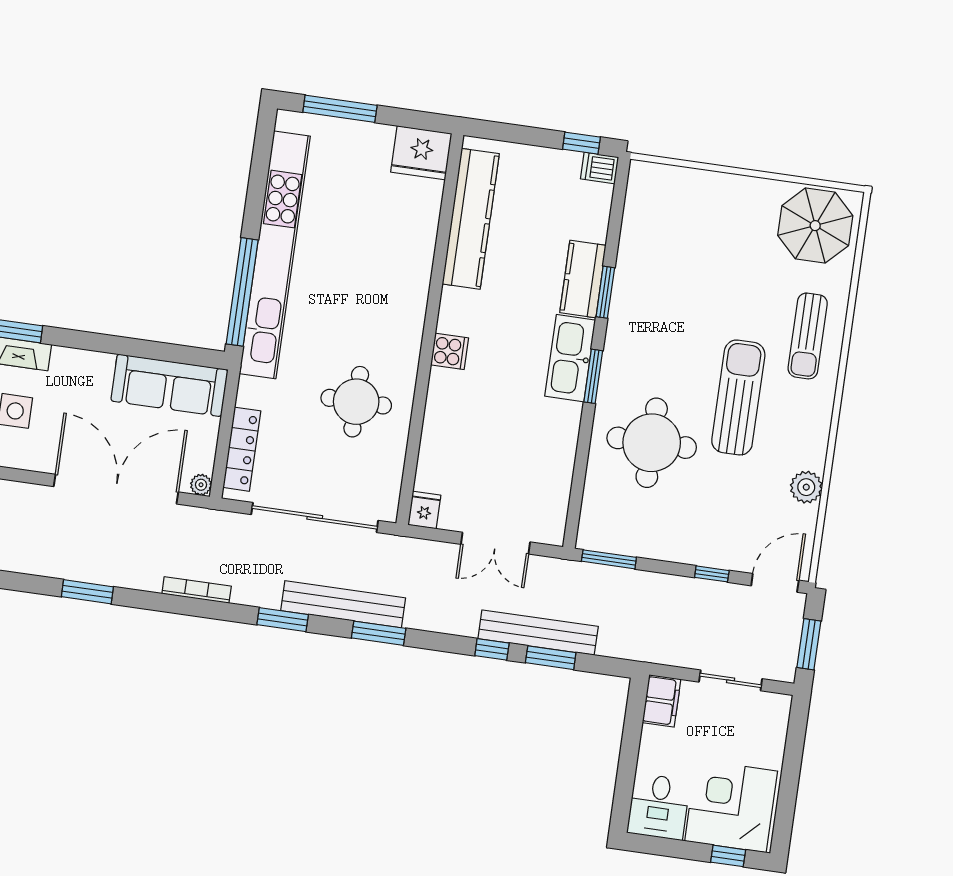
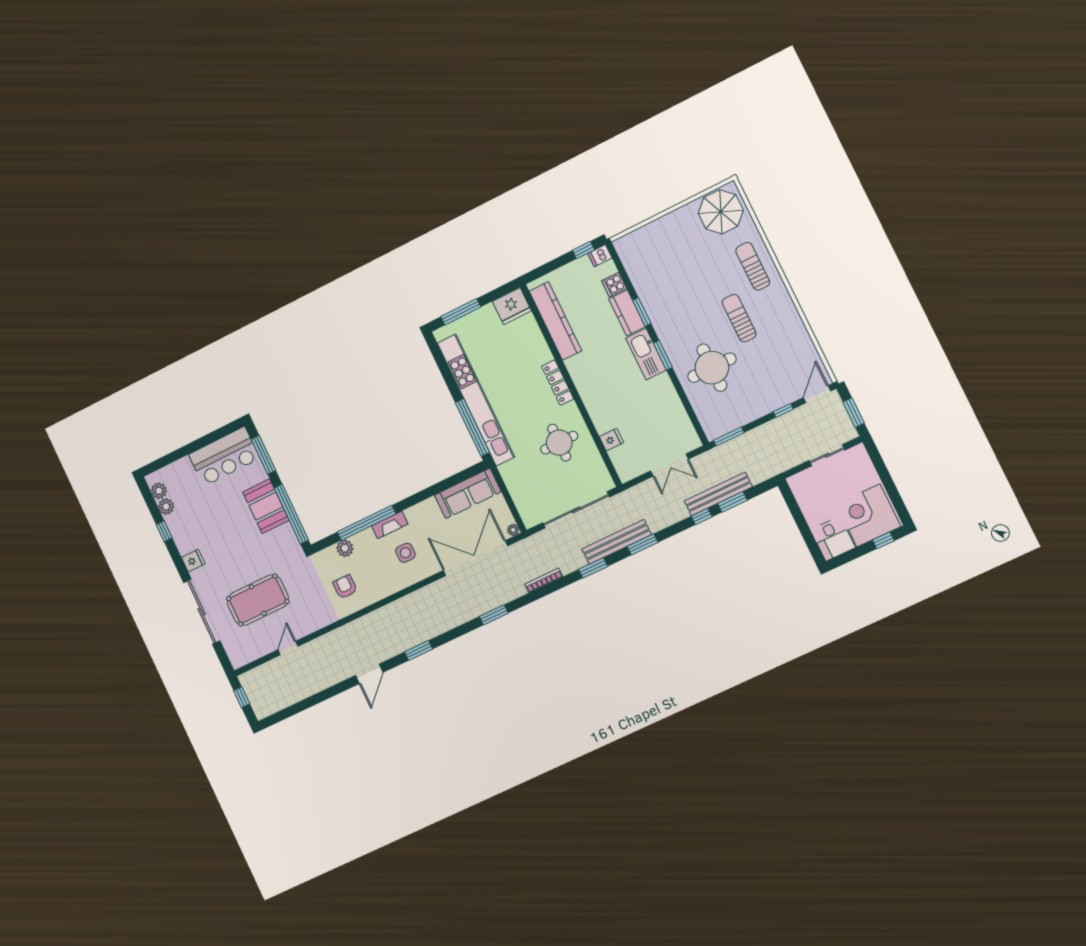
sun lounger: (808, 336) -> (753, 266), turned 180
cooker: (450, 351) -> (614, 285), moved, turned 180
sun lounger: (738, 397) -> (739, 318), width x0.73, depth x0.75
locker: (242, 449) -> (558, 383), moved, turned 180
plant: (806, 487) -> (801, 338), removed
fridge: (424, 510) -> (611, 440), moved, turned 90
filing cabinet: (662, 701) -> (800, 487), removed

